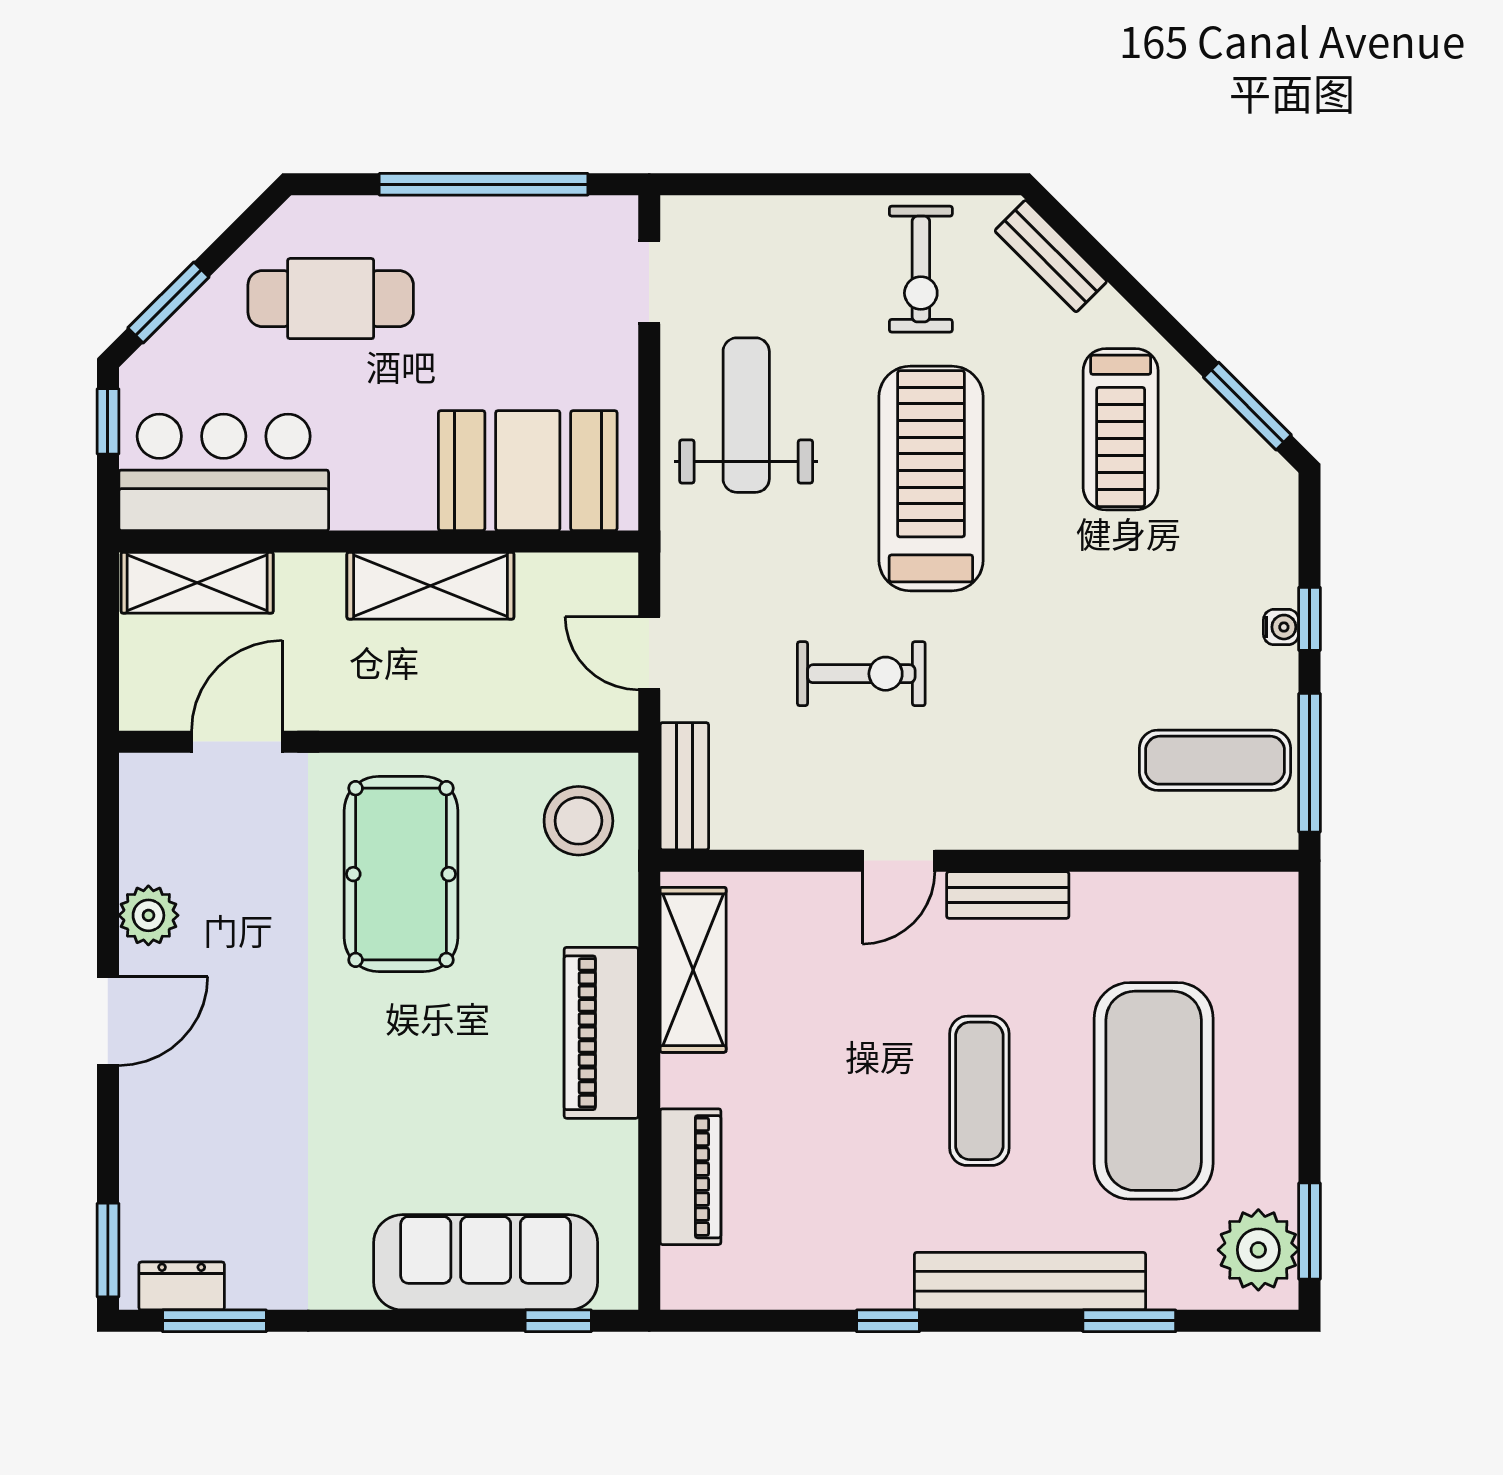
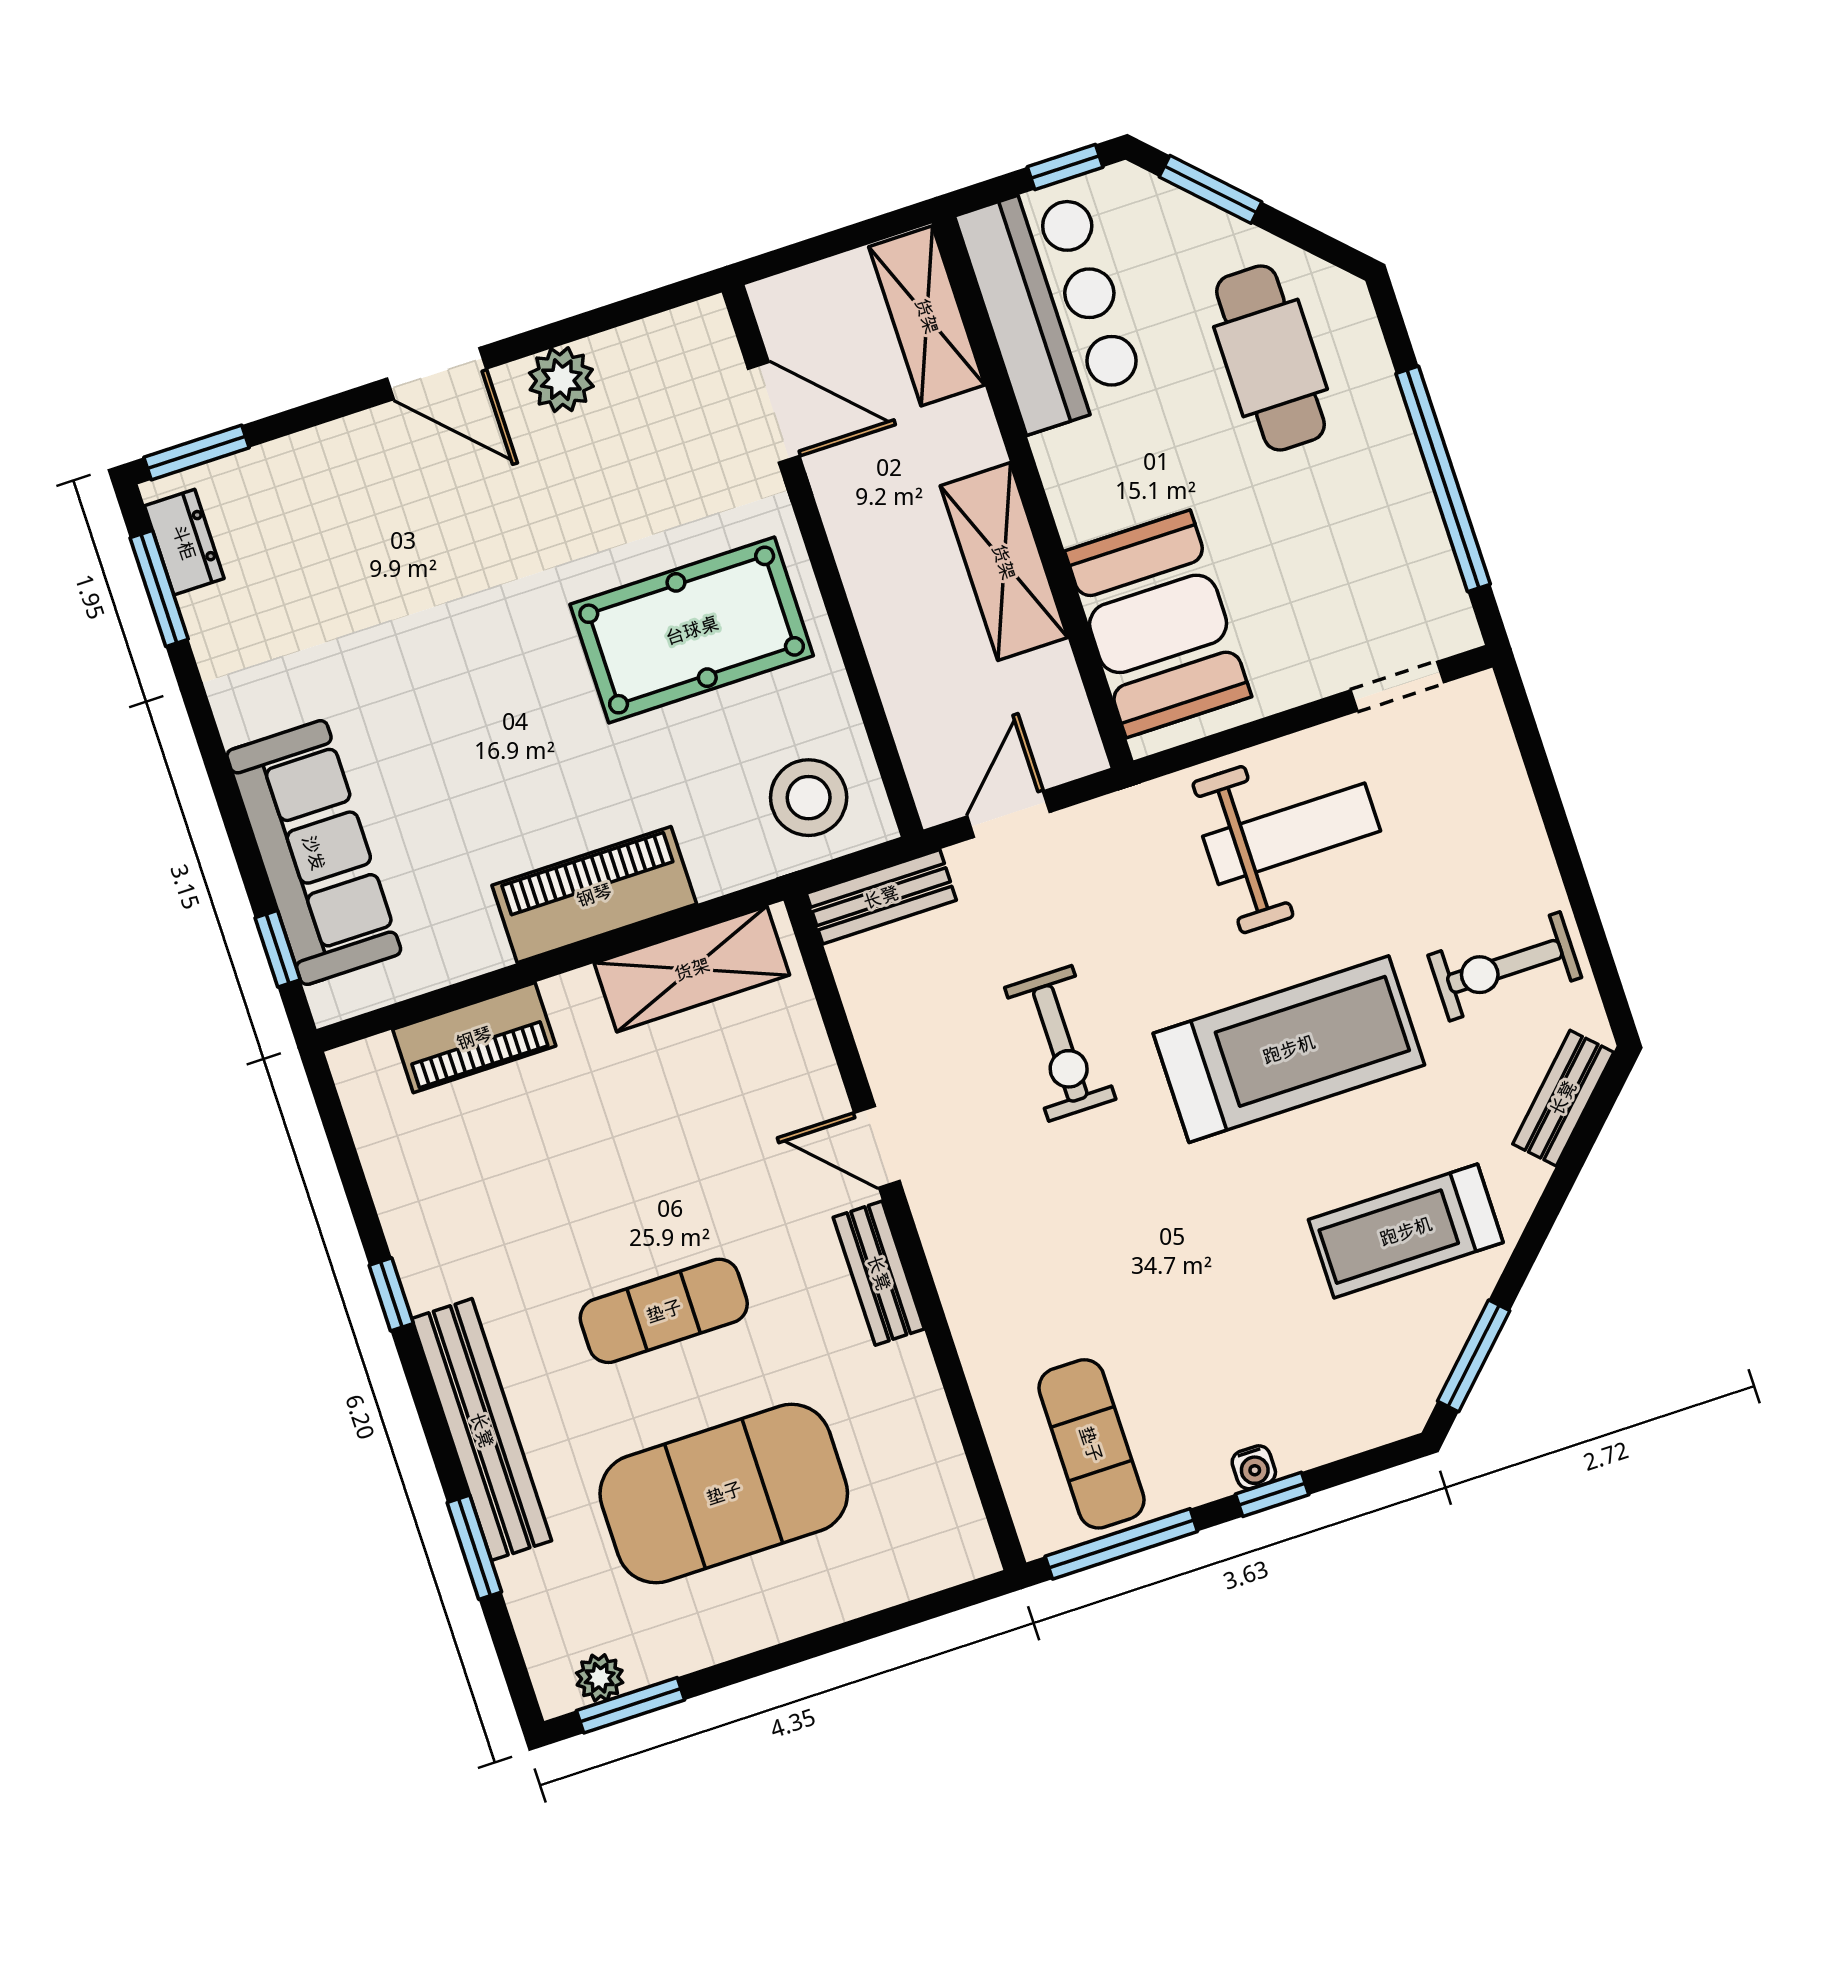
plant: (1258, 1250) -> (600, 1678), width x0.53, depth x0.53

